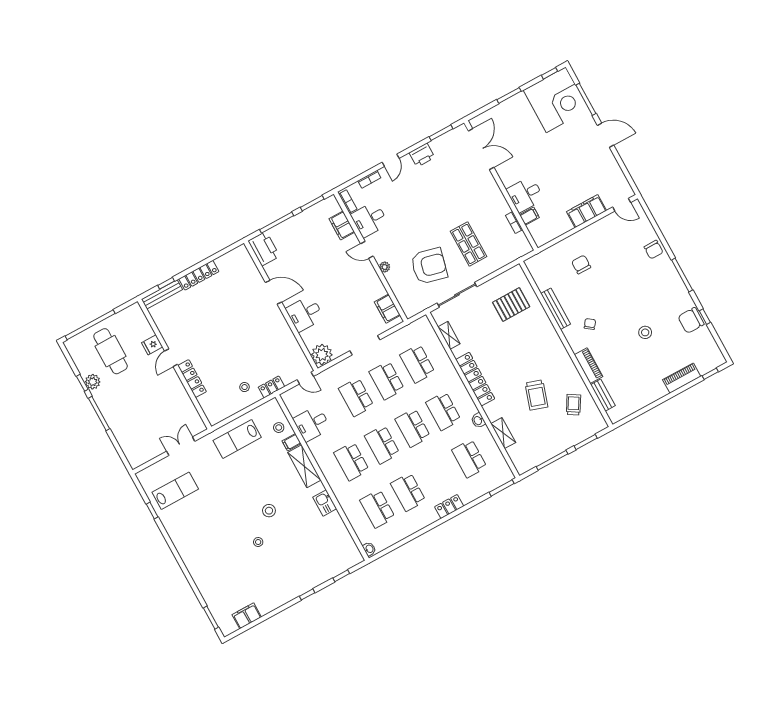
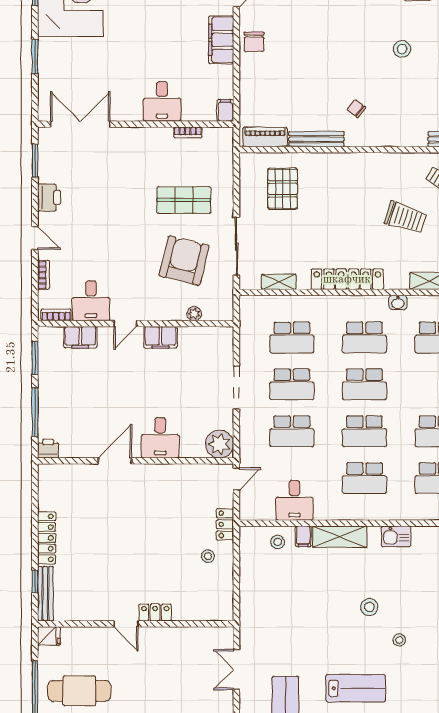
filing cabinet: (529, 216) -> (225, 110), moved
printer: (264, 249) -> (48, 449), width x0.53, depth x0.68
chair: (581, 264) -> (254, 42), moved, turned -90
plant: (385, 267) -> (194, 314), moved
filing cabinet: (387, 309) -> (160, 337), moved
fridge: (152, 345) -> (49, 636), moved, turned -90
piano: (589, 366) -> (265, 137), moved
locker: (192, 379) -> (155, 612), width x0.66
lab bench: (237, 439) -> (356, 688), moved, turned -90

